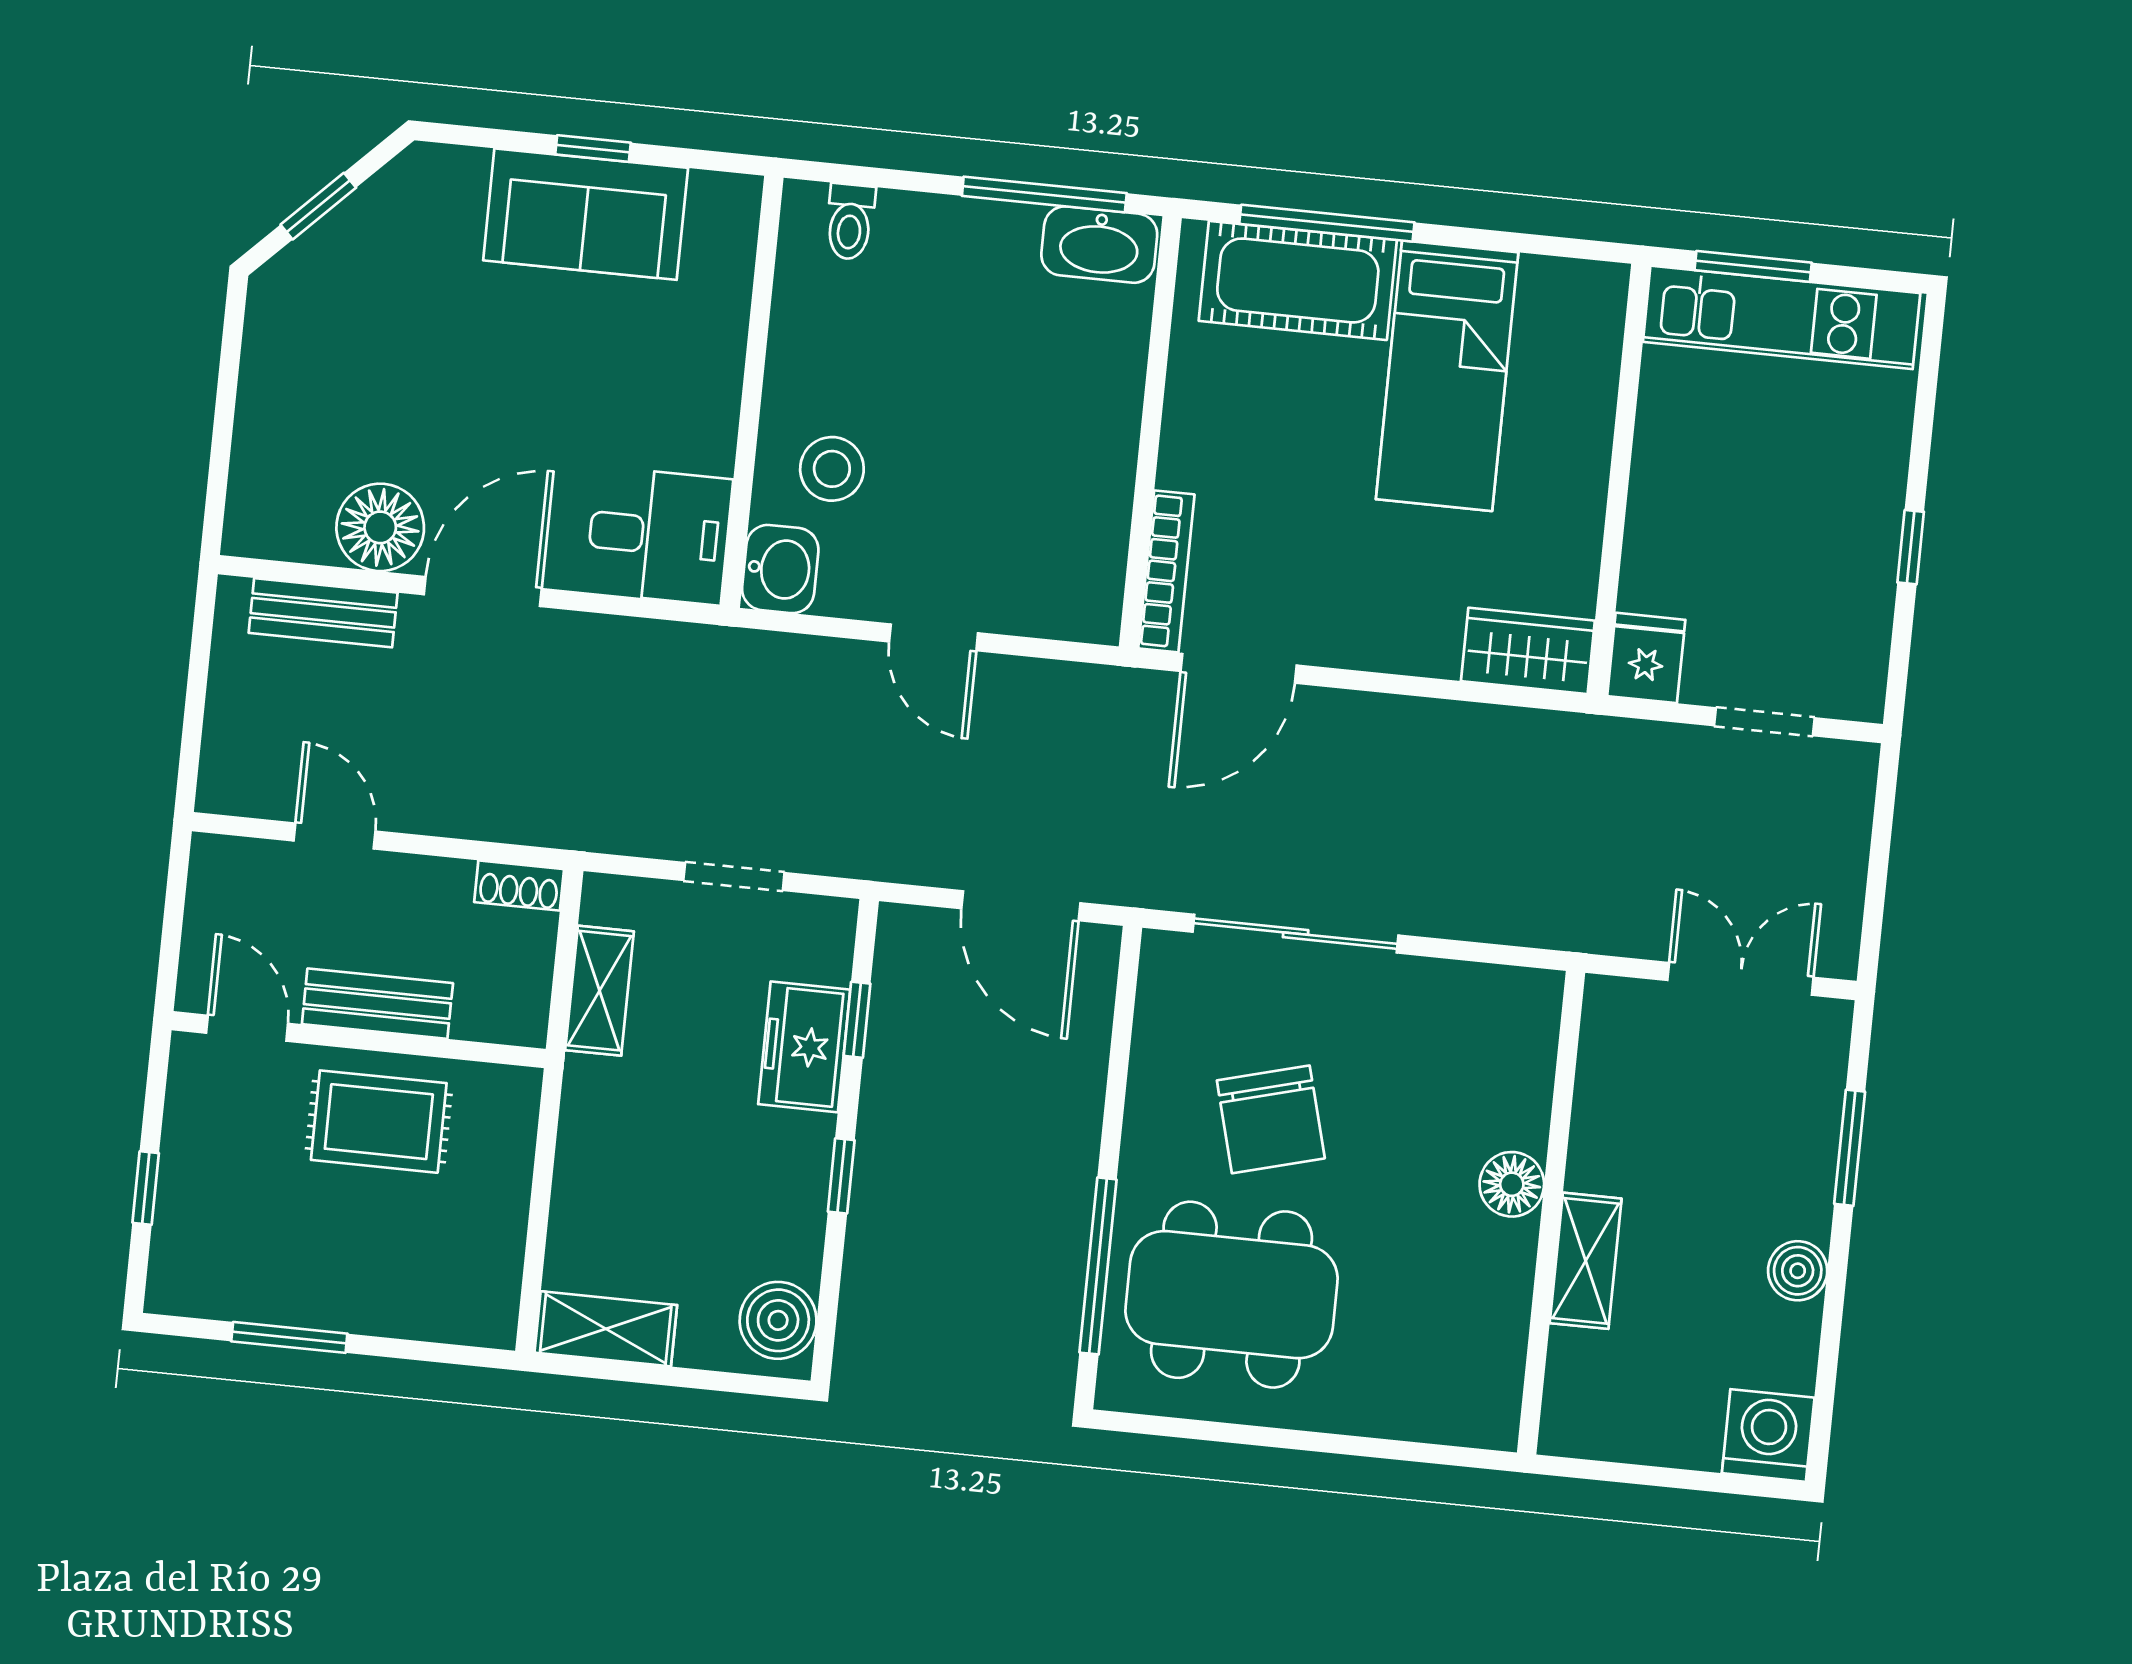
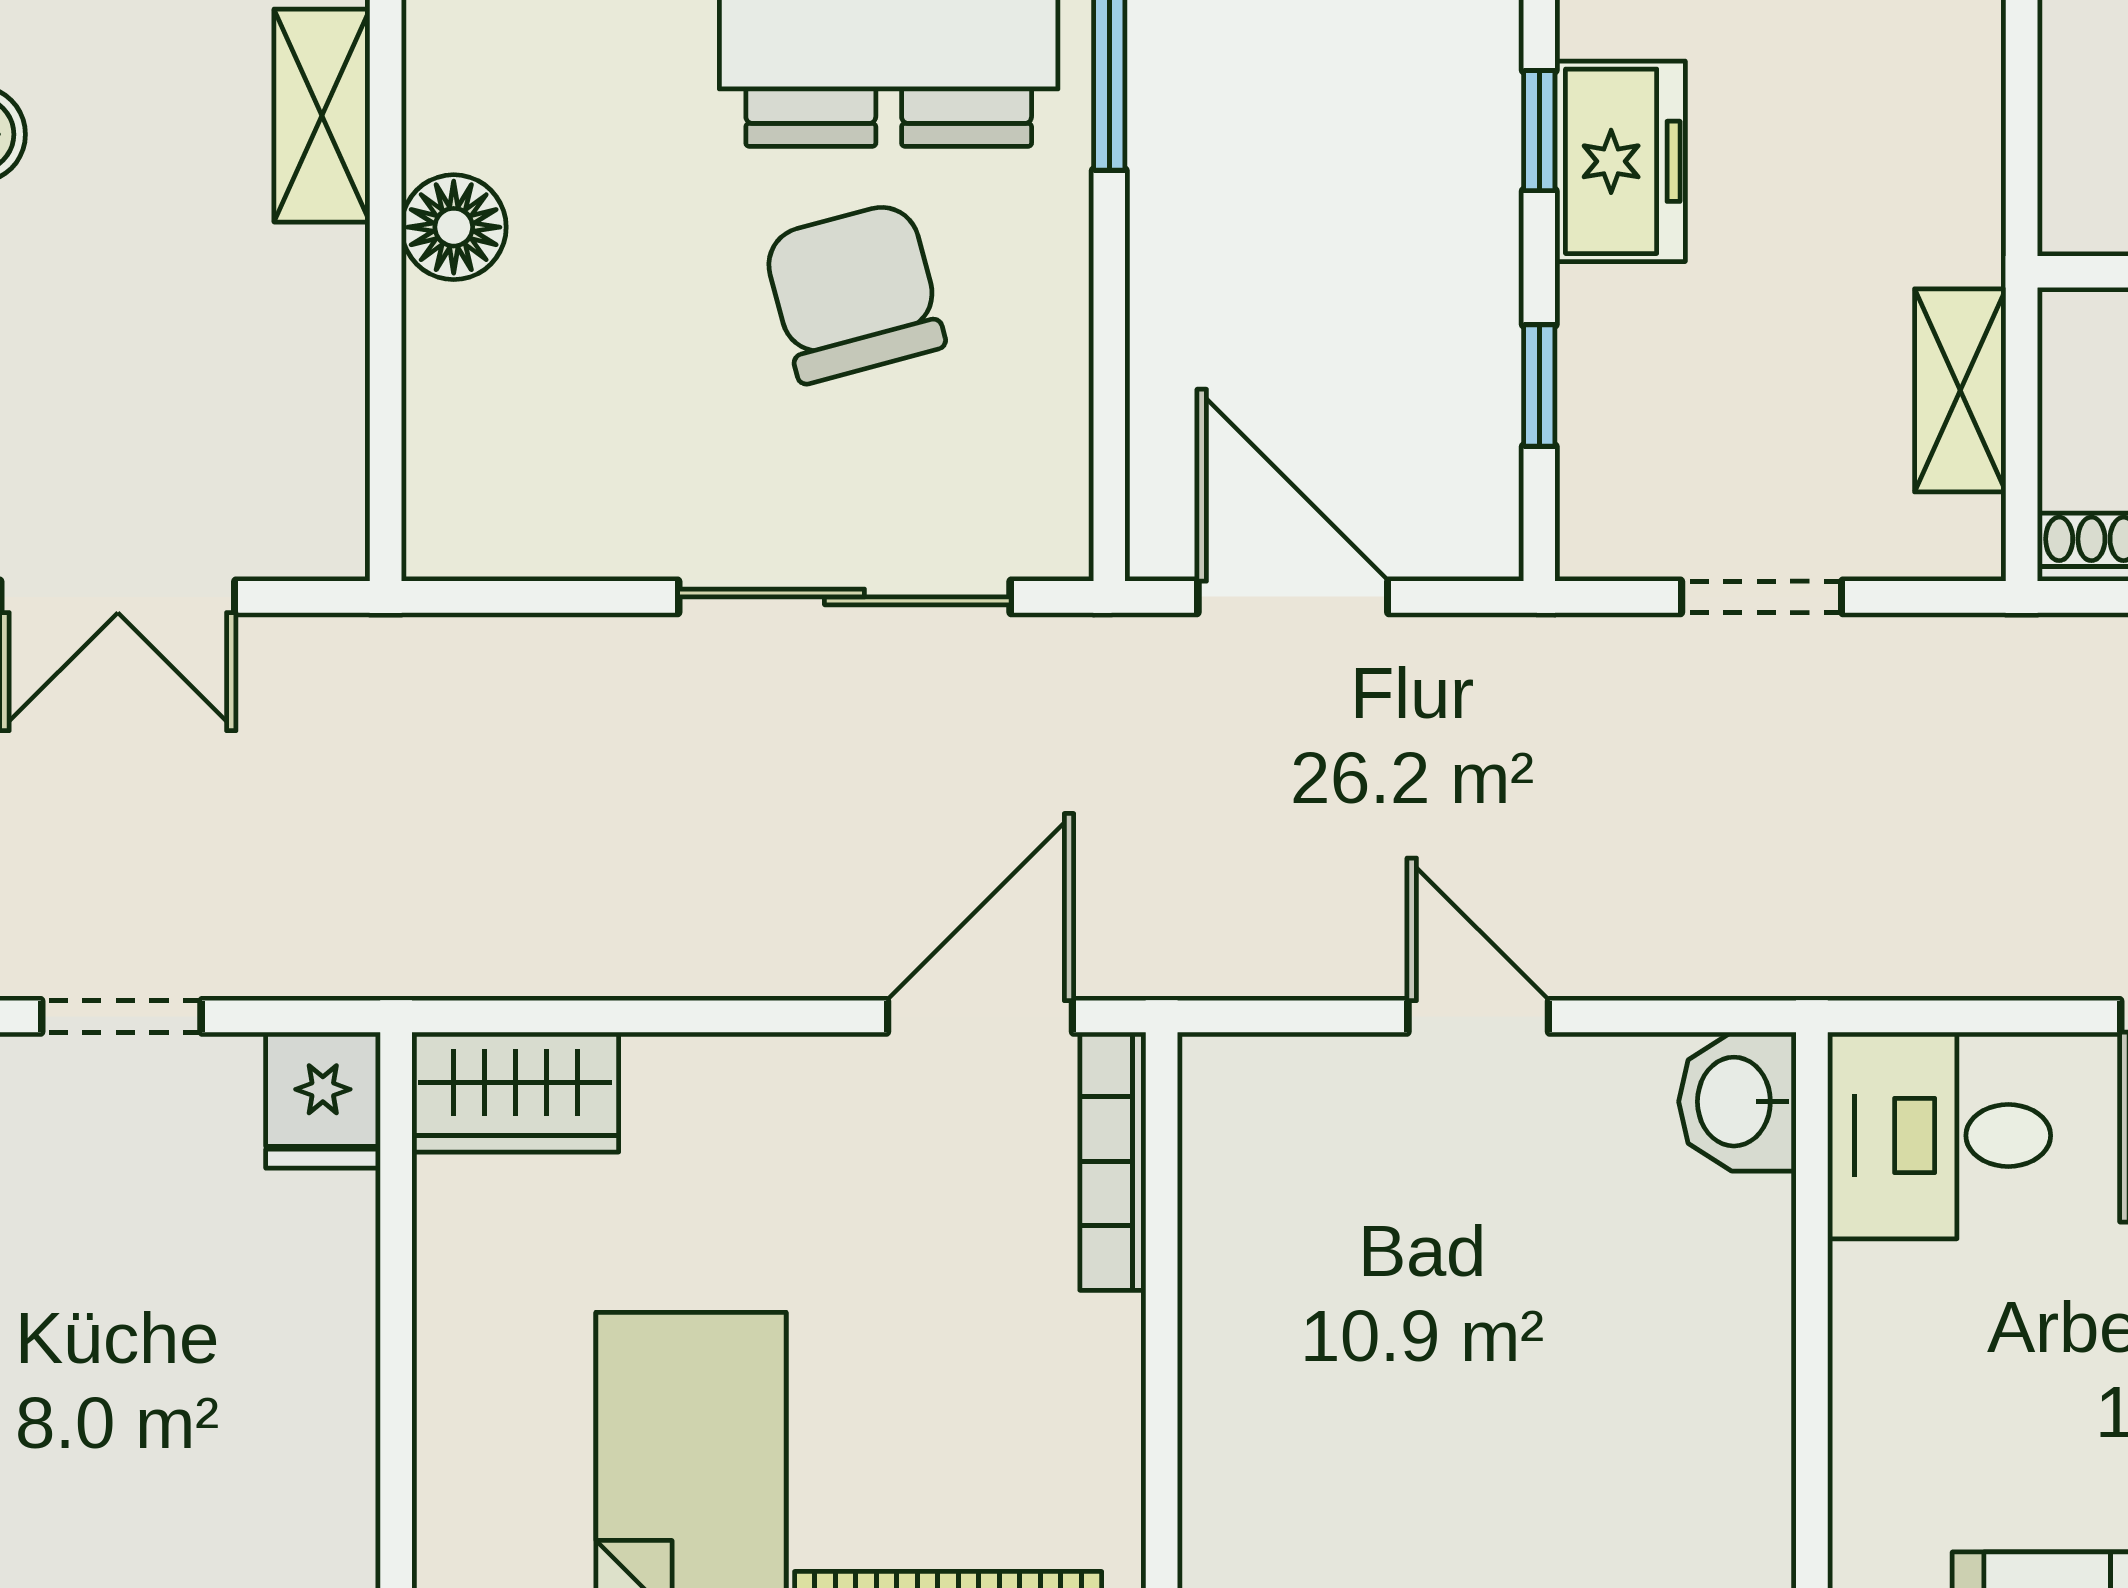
stool: (832, 469) -> (1670, 1272), removed
freezer: (804, 1047) -> (1620, 161), moved

